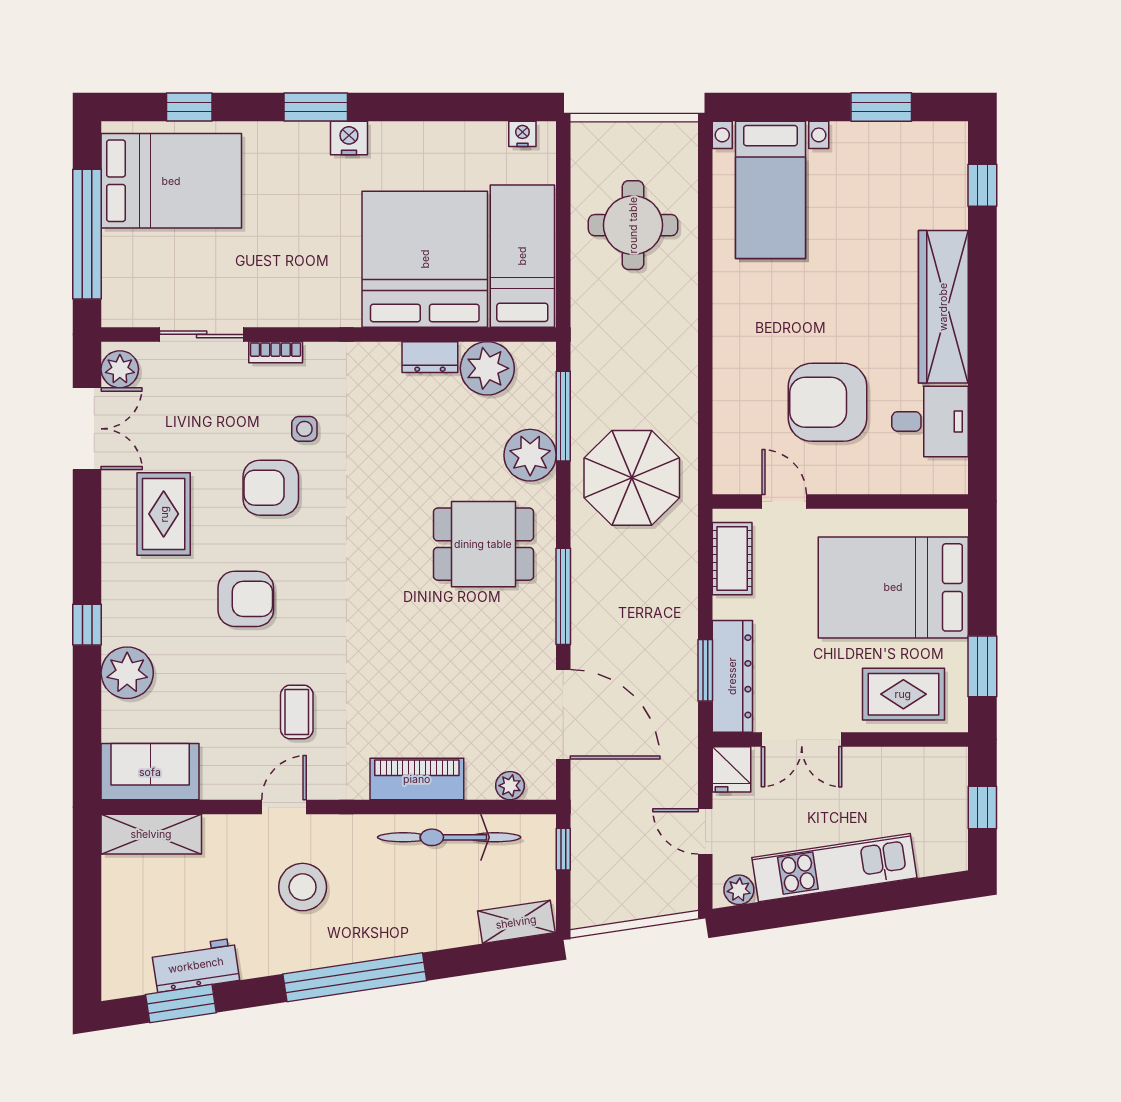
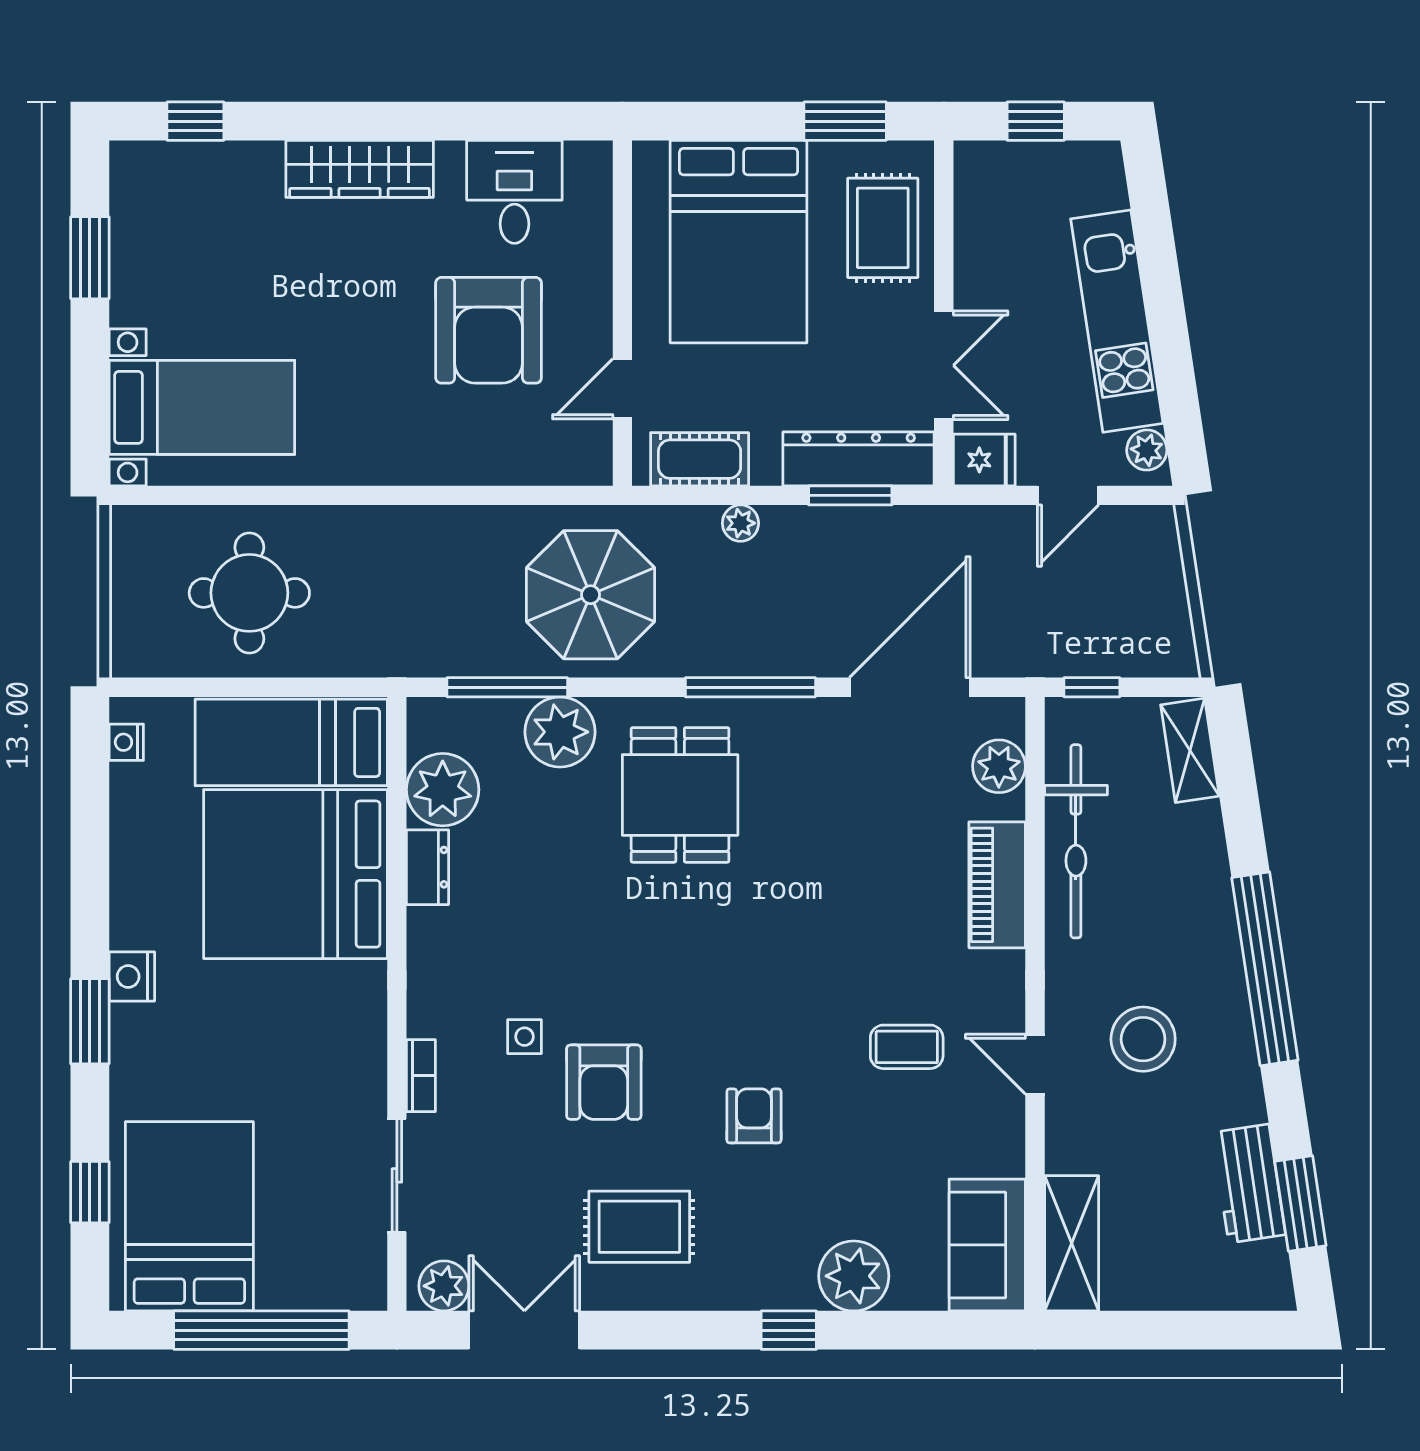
wardrobe: (943, 307) -> (360, 169), width x0.71, depth x0.85
plant: (685, 589) -> (740, 523), added
armchair: (246, 599) -> (754, 1116), width x0.72, depth x0.72
plant: (510, 786) -> (999, 766), width x1.38, depth x1.38

